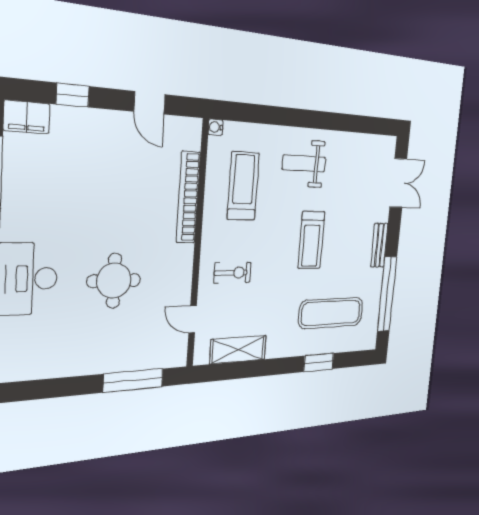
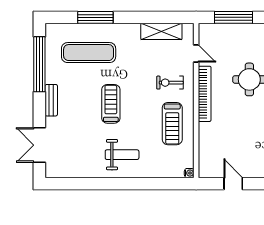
treadmill: (243, 186) -> (172, 124), moved
bookcase: (188, 197) -> (205, 94), moved
window: (319, 362) -> (95, 17), width x1.44

